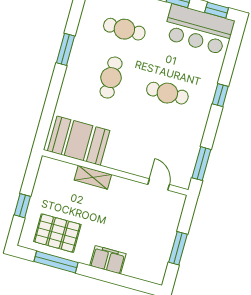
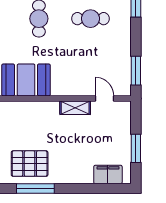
shelving: (93, 177) -> (75, 108), moved
filing cabinet: (108, 260) -> (108, 174), moved

